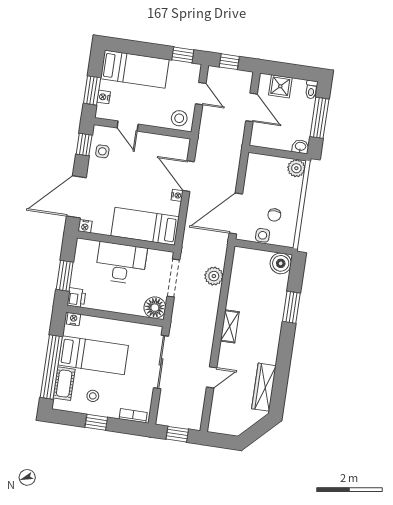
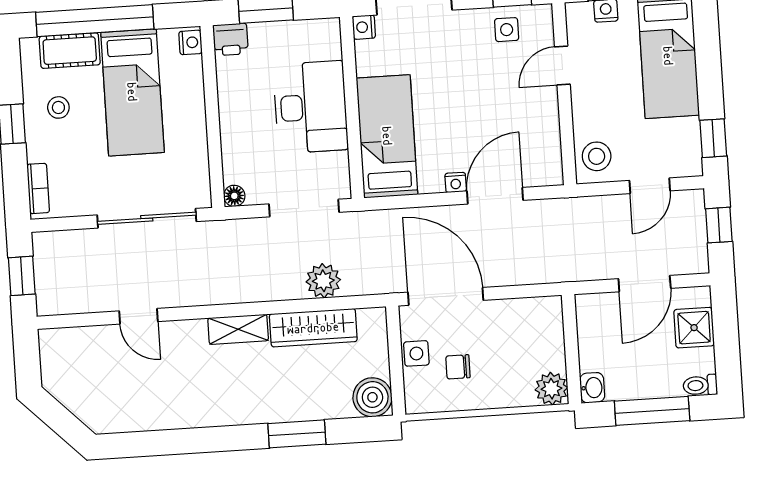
floor lamp: (155, 308) -> (234, 196), width x0.53, depth x0.53
wardrobe: (264, 387) -> (313, 328), moved, turned 180

